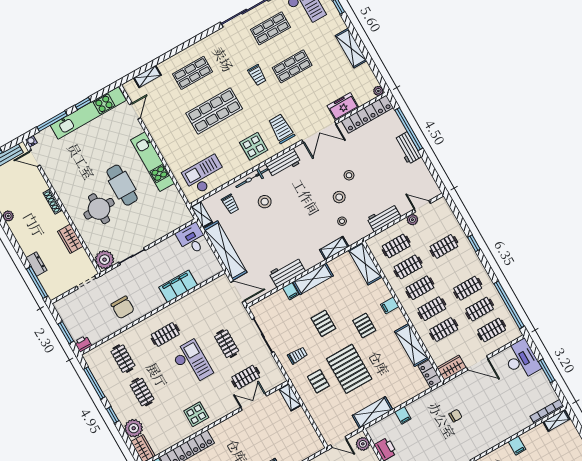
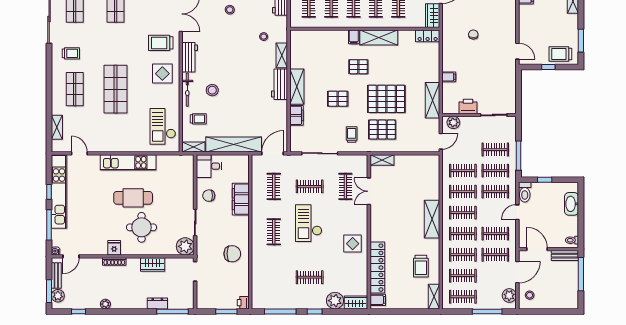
trolley: (257, 75) -> (71, 53), moved
fridge: (65, 194) -> (114, 248), added
stool: (339, 197) -> (243, 28), removed
chair: (164, 255) -> (209, 196), added
shelving: (365, 264) -> (309, 37), removed
workbench: (287, 272) -> (280, 84), moved
filing cabinet: (291, 291) -> (297, 115), width x2.00
shelving: (412, 345) -> (379, 37), moved
clothes rail: (123, 359) -> (274, 186), moved, turned 90
checkout: (192, 362) -> (309, 223), turned -90
pallet: (318, 381) -> (382, 130), width x1.50, depth x1.42

